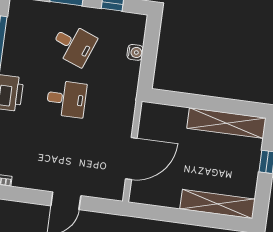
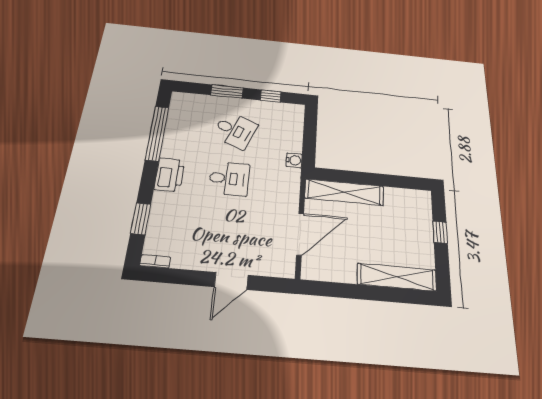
water cooler: (135, 52) -> (294, 160), moved
shelving: (226, 123) -> (344, 192), moved

